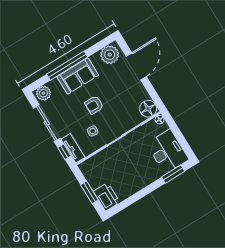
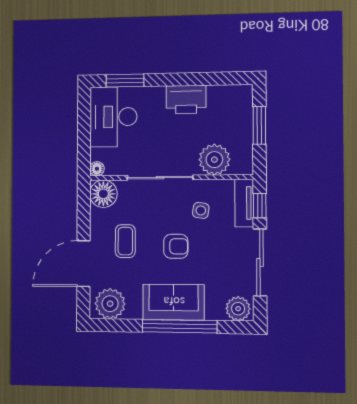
coffee table: (122, 91) -> (125, 241), added
plant: (102, 161) -> (214, 160), added
printer: (107, 197) -> (186, 99), moved, turned -90

